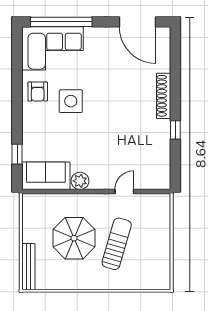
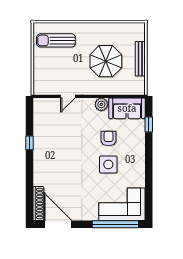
armchair: (38, 92) -> (109, 138), moved
shoe rack: (164, 96) -> (38, 204), moved
sun lounger: (117, 244) -> (56, 40), moved, turned 74
bench: (28, 267) -> (140, 59), moved

